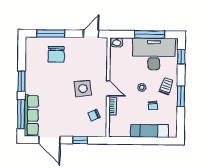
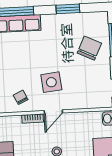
chair: (56, 54) -> (89, 48), turned 116
window: (21, 81) -> (68, 9), moved

